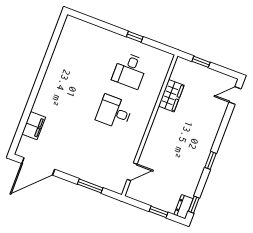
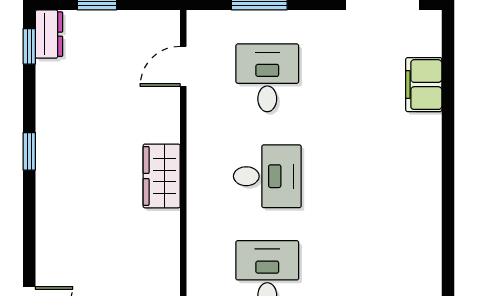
wardrobe: (171, 96) -> (162, 176), moved
desk: (99, 153) -> (267, 78), added

